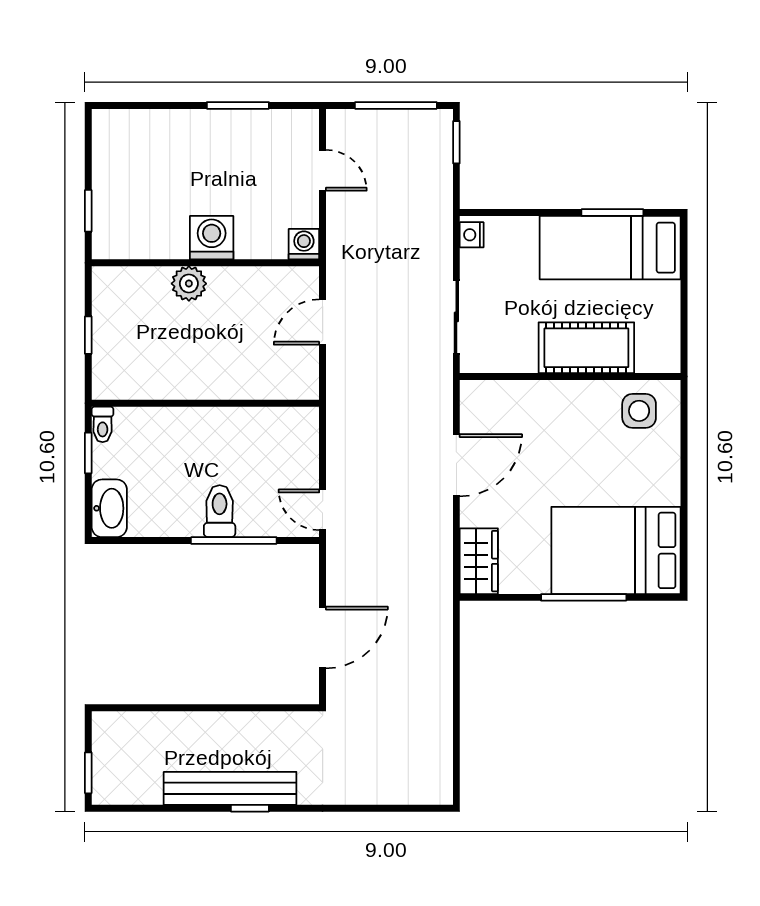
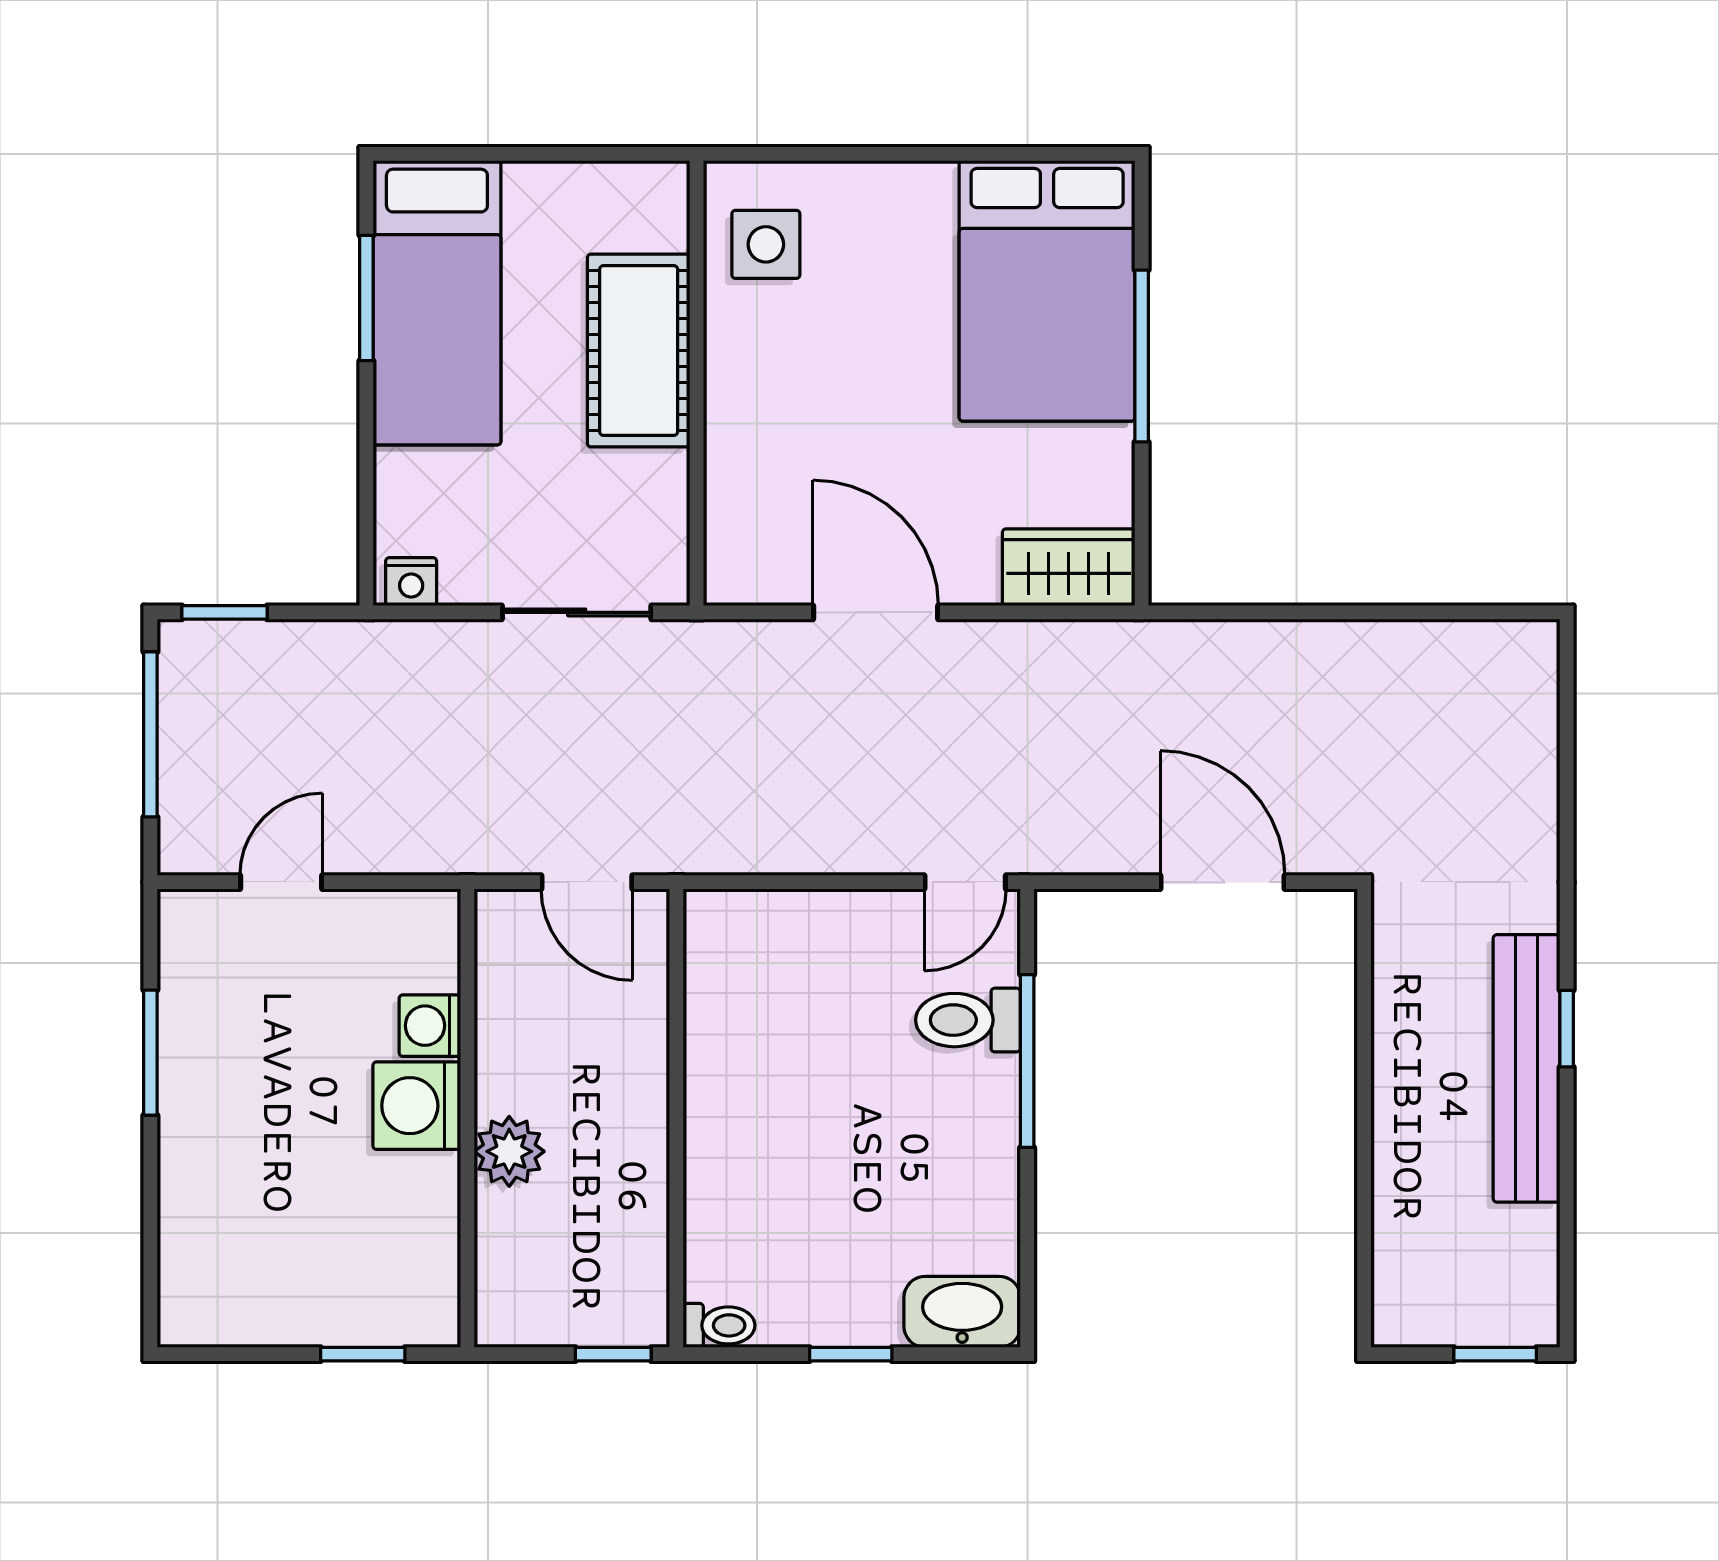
washing machine: (304, 244) -> (430, 1026), moved
wall: (205, 403) -> (676, 1118), moved
toilet: (103, 424) -> (719, 1325), moved
toilet: (220, 511) -> (968, 1020), moved

